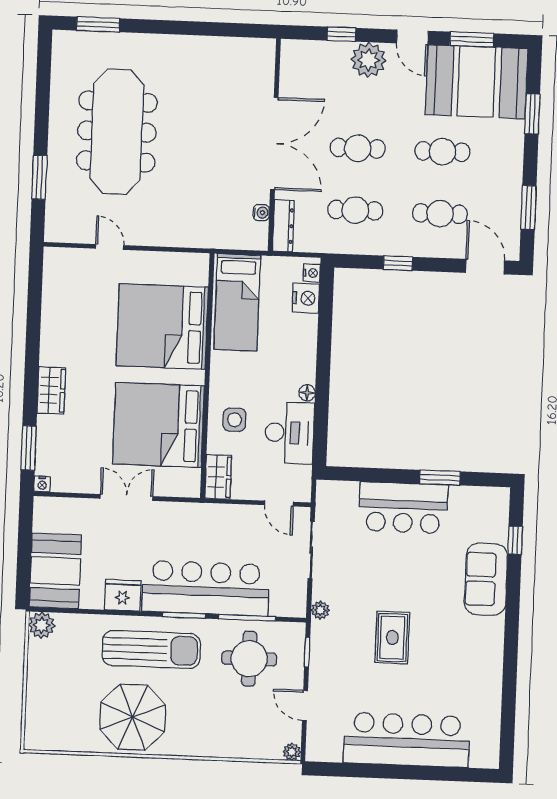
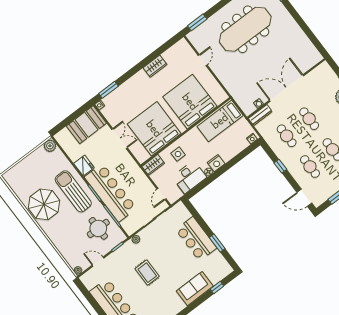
double door: (274, 144) -> (287, 88), swing flipped
window: (39, 177) -> (197, 22), moved
door: (485, 267) -> (304, 198), swing flipped
nightstand: (306, 298) -> (216, 163), moved
wardrobe: (51, 390) -> (155, 66), moved
booth: (55, 571) -> (86, 125), moved
rug: (392, 638) -> (147, 273), turned 90
sun lounger: (151, 649) -> (73, 191), turned 180
door: (305, 706) -> (98, 262), hinge flipped

